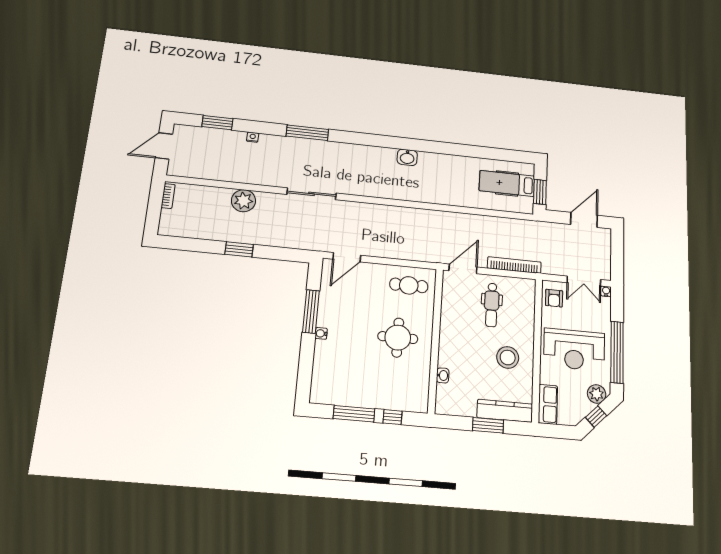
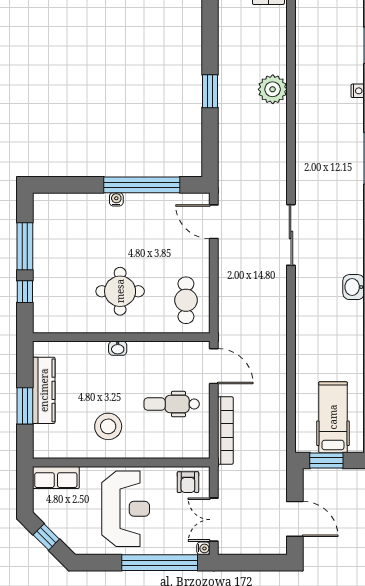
sliding door: (311, 194) -> (291, 235), moved
armchair: (554, 298) -> (188, 482), turned -90
window: (311, 312) -> (142, 185), width x1.46
reception desk: (574, 350) -> (126, 509), turned 180
window: (617, 352) -> (160, 563), moved
washbasin: (443, 375) -> (118, 348), moved
plant: (597, 394) -> (74, 537), removed
kitchen counter: (505, 411) -> (44, 390), moved

